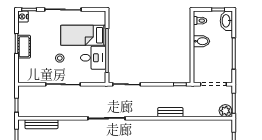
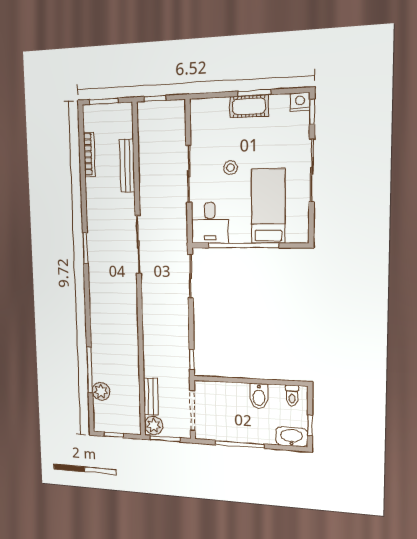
desk: (93, 58) -> (210, 223), moved
bench: (170, 112) -> (151, 397), moved
bench: (41, 124) -> (127, 166), moved

